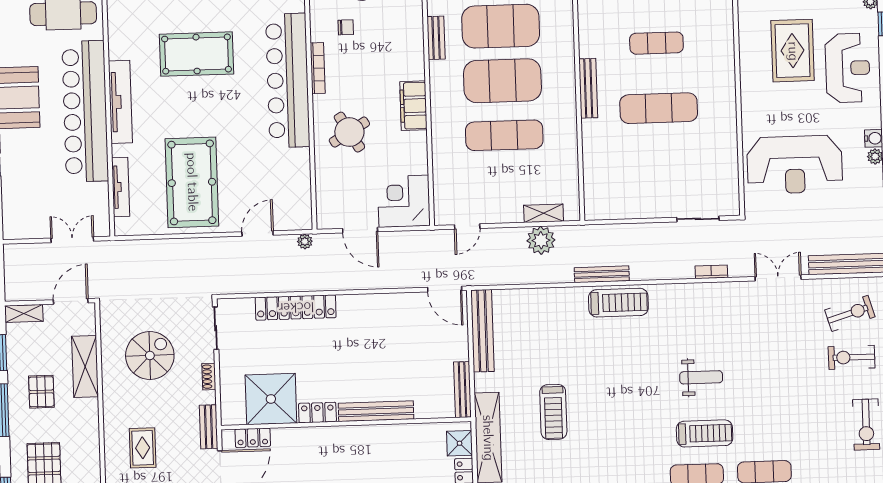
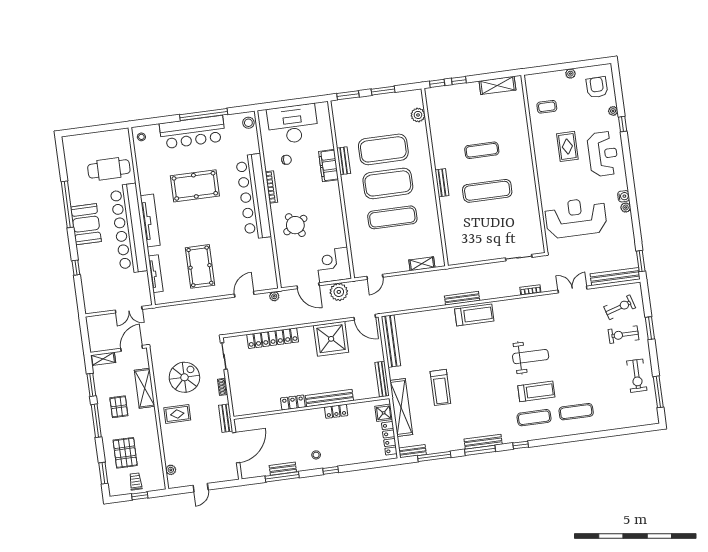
rug: (793, 51) -> (567, 146), width x0.73, depth x0.70
bench: (588, 88) -> (442, 183), width x0.73
filing cabinet: (413, 106) -> (329, 166), moved
reception desk: (795, 165) -> (576, 218), turned 180
pool table: (192, 182) -> (200, 266), width x0.73, depth x0.76
double door: (72, 240) -> (129, 310), swing flipped
plant: (541, 240) -> (339, 292), moved
weight bench: (701, 377) -> (531, 357), width x1.36, depth x1.33
shower: (271, 399) -> (331, 339), moved
locker: (253, 438) -> (336, 411), moved
rug: (143, 448) -> (177, 414), moved, turned 90

